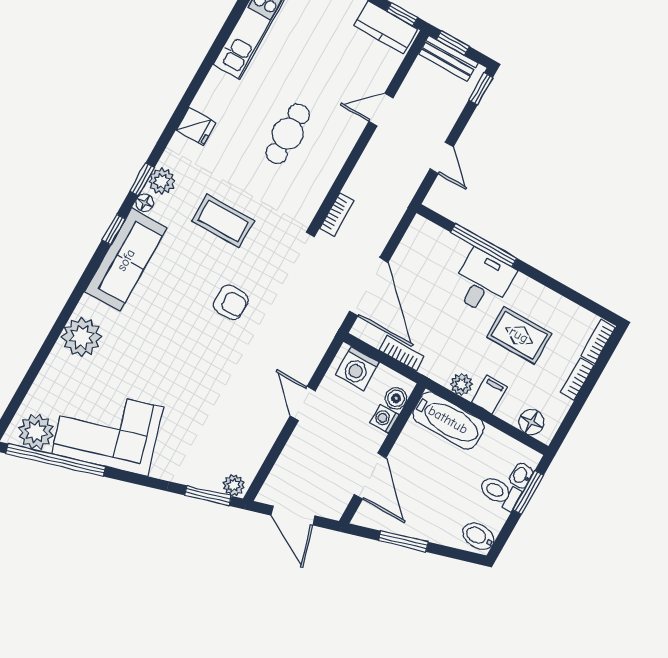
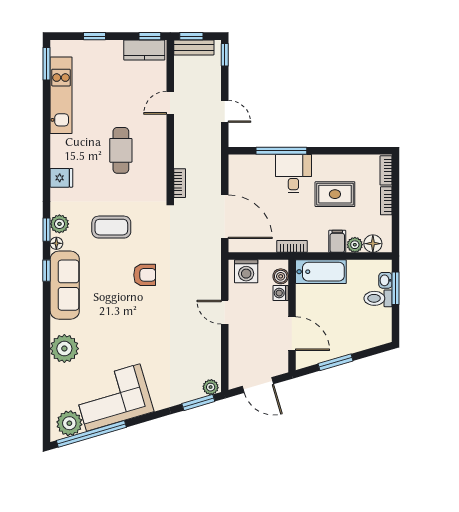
bookcase: (402, 353) -> (292, 246), moved
plant: (461, 384) -> (355, 245), moved
bidet: (478, 536) -> (380, 333), removed

